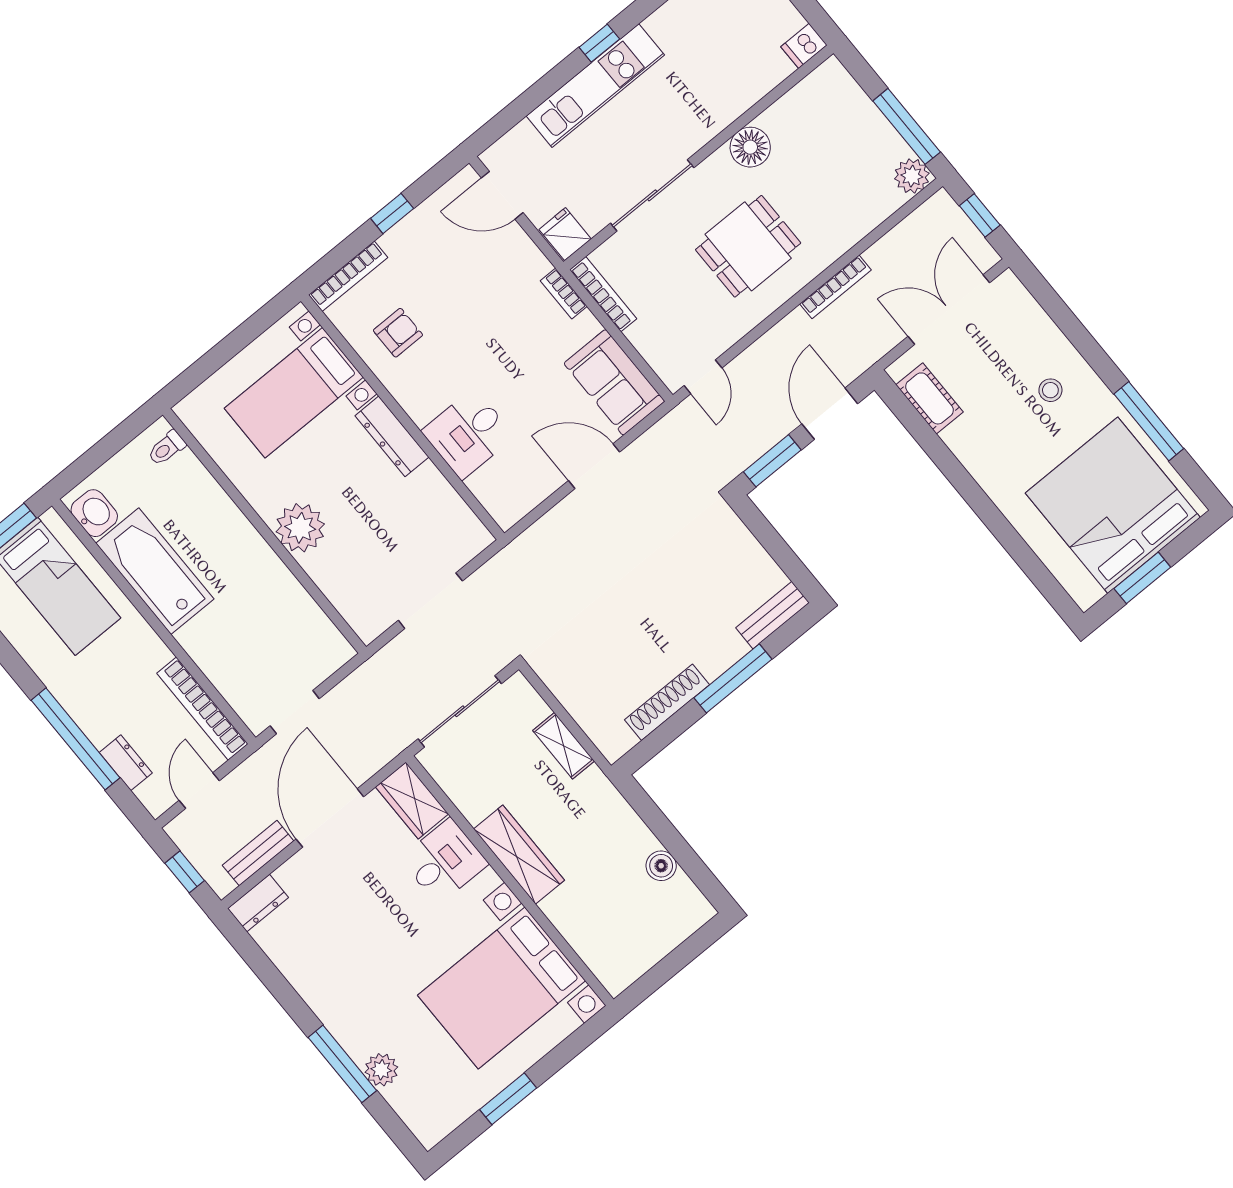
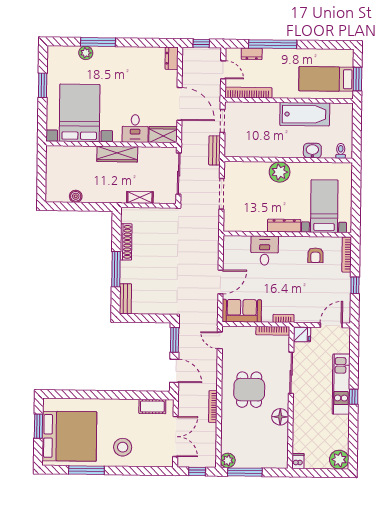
stool: (1050, 390) -> (123, 447), width x1.89, depth x1.89
washbasin: (94, 513) -> (312, 151), moved, turned 180
bench: (258, 853) -> (215, 150), moved

